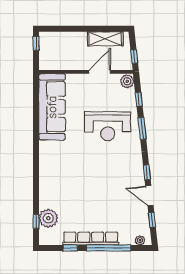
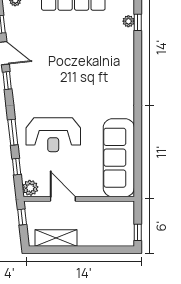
door: (100, 72) -> (63, 199), swing flipped
reception desk: (108, 126) -> (53, 135), turned 180
plant: (48, 218) -> (128, 21), width x0.53, depth x0.53

